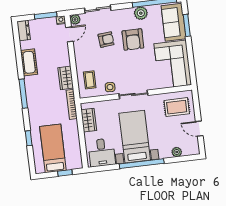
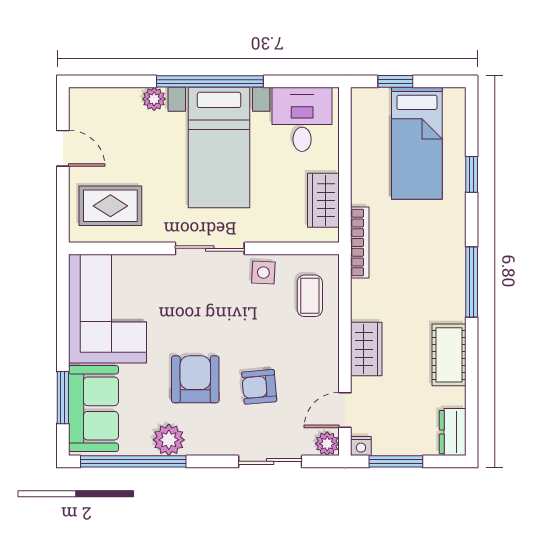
wardrobe: (66, 78) -> (366, 349), moved
plant: (177, 152) -> (154, 99), moved

